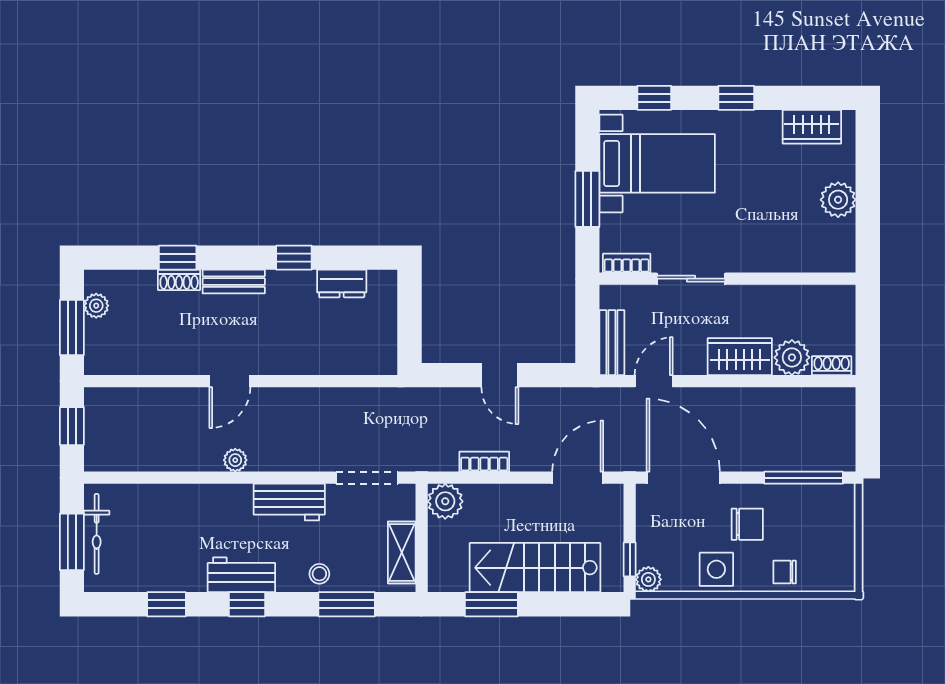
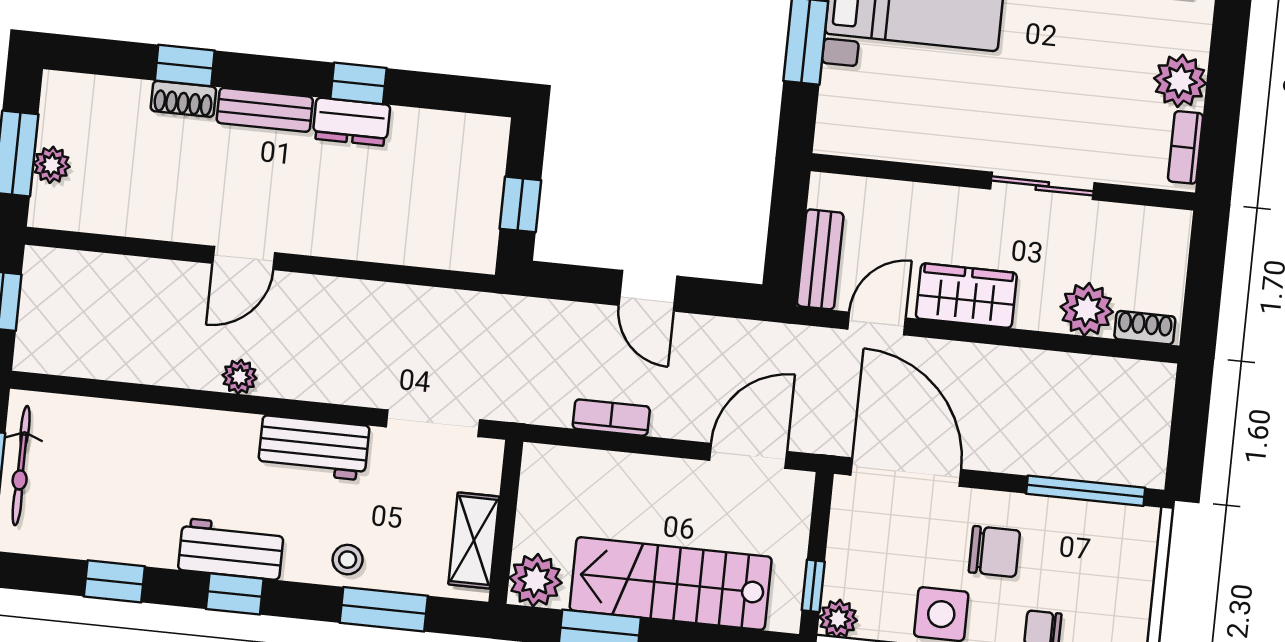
bookcase: (627, 263) -> (1185, 147), moved, turned -90
sliding door: (691, 279) -> (1042, 186), moved
dresser: (342, 284) -> (351, 122), moved
plant: (96, 306) -> (52, 165), moved
window: (410, 327) -> (520, 204), added
wardrobe: (740, 357) -> (966, 296), moved
plant: (445, 501) -> (535, 580), moved

